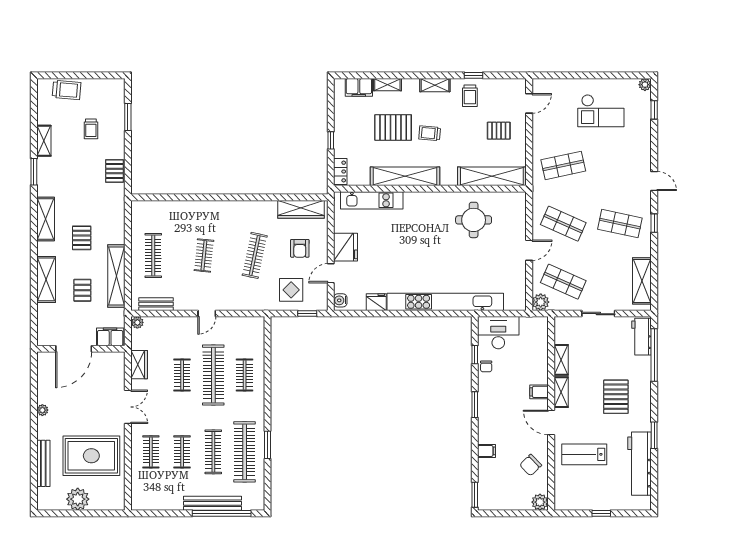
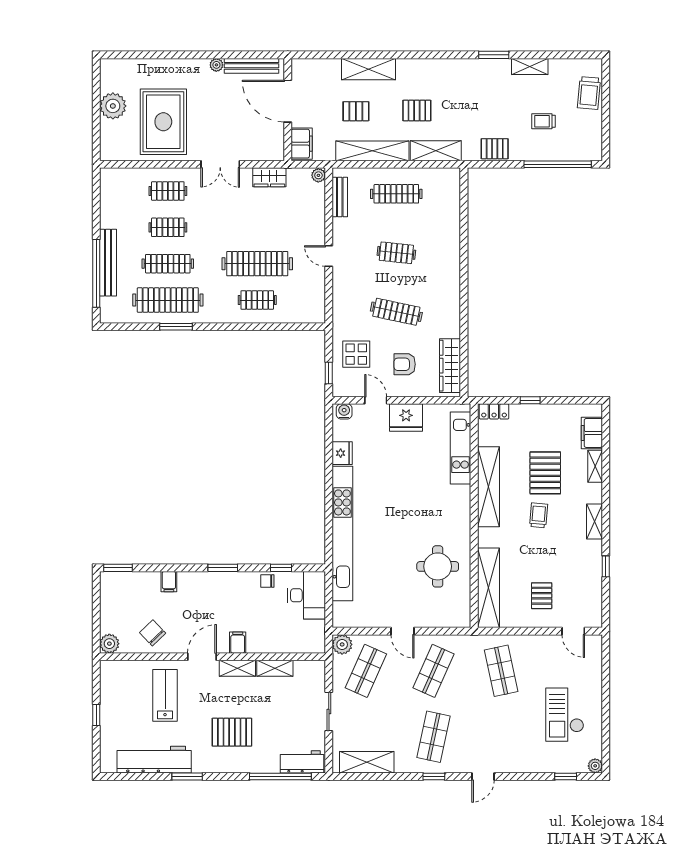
trolley: (470, 96) -> (582, 562), removed
window: (128, 117) -> (558, 164), width x2.11
shelving: (46, 219) -> (436, 151), moved
clothes rail: (182, 375) -> (257, 227), removed
bench: (43, 463) -> (252, 66), moved

